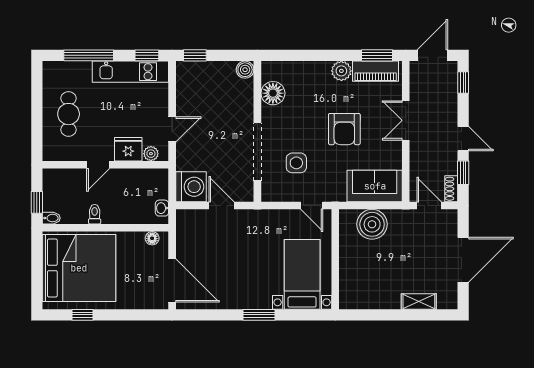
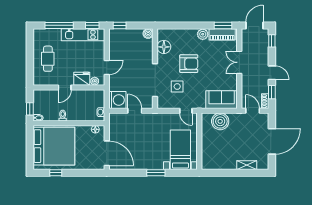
armchair: (344, 129) -> (189, 64), moved, turned -90

